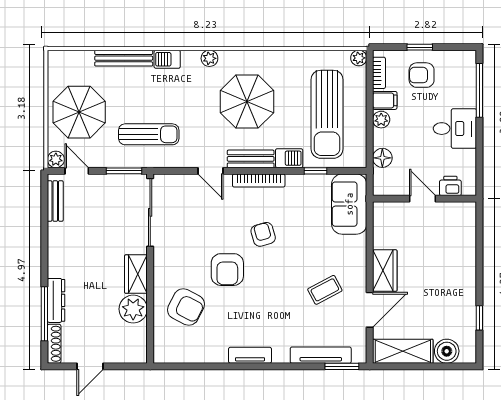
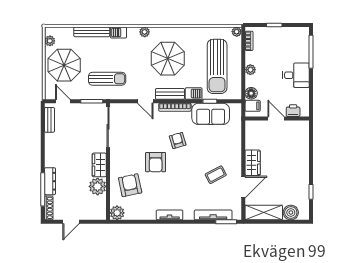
armchair: (422, 75) -> (275, 42), removed
filing cabinet: (385, 100) -> (253, 106), moved
plant: (56, 159) -> (50, 41), moved
sofa: (349, 204) -> (211, 114), moved, turned -90
armchair: (186, 307) -> (130, 185), turned -129
plant: (165, 352) -> (117, 213), added

